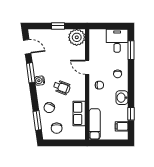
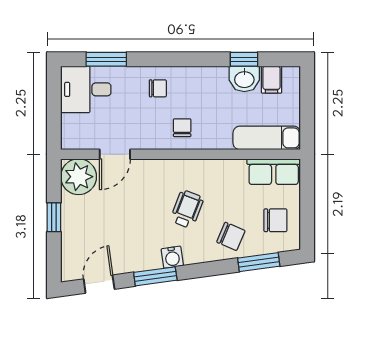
door: (87, 67) -> (115, 154), moved
washbasin: (122, 98) -> (244, 79), moved
row of seats: (79, 113) -> (274, 172), moved

